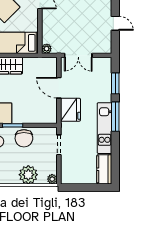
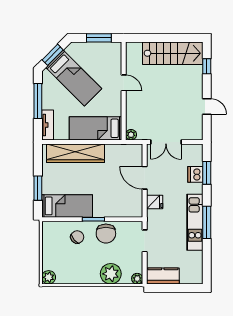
dishwasher: (105, 85) -> (195, 174), added
fridge: (71, 110) -> (155, 202), width x0.53, depth x0.75
window: (115, 117) -> (207, 222), moved
kitchen counter: (104, 169) -> (163, 276), moved, turned 90

